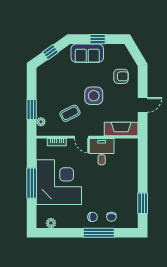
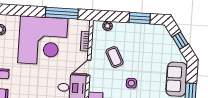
side table: (94, 96) -> (131, 83), width x0.54, depth x0.54
window: (32, 110) -> (140, 18), moved
window: (32, 183) -> (62, 13), moved

